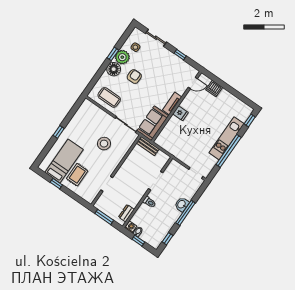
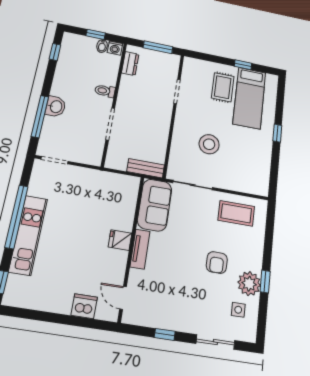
floor lamp: (114, 69) -> (252, 259), removed
door: (193, 83) -> (123, 298), hinge flipped
window: (185, 213) -> (40, 117), moved

